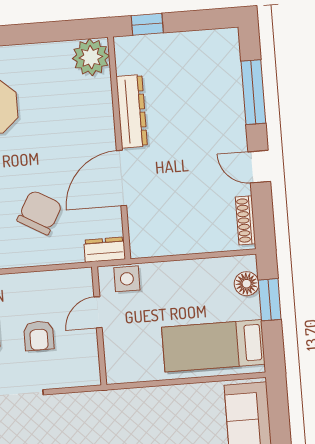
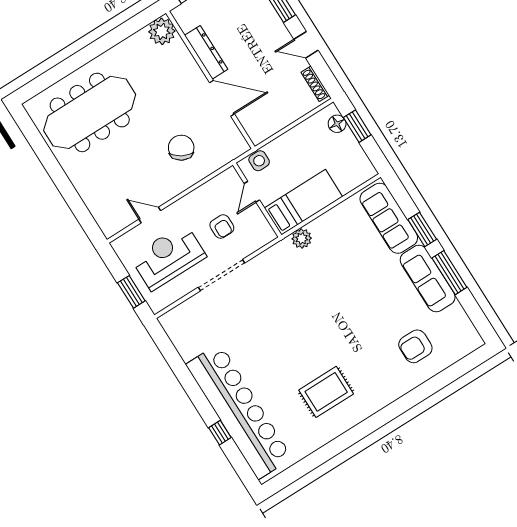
door: (122, 178) -> (222, 98), swing flipped
dresser: (105, 250) -> (235, 150), removed
bed: (213, 346) -> (303, 202), moved, turned 180
plant: (129, 402) -> (302, 238), added

